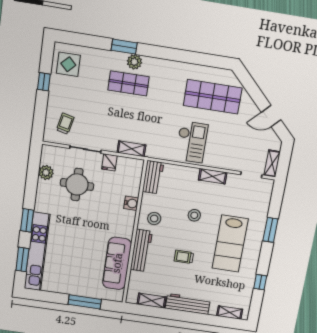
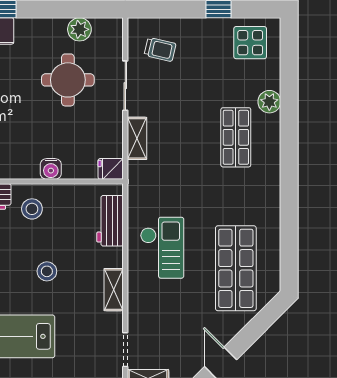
window: (124, 47) -> (289, 123), removed
plant: (134, 62) -> (269, 102), moved
checkout: (192, 142) -> (162, 248), turned -90
shelving: (131, 149) -> (137, 138), moved
fridge: (109, 162) -> (111, 169), moved
workbench: (153, 177) -> (110, 221), moved, turned 90

